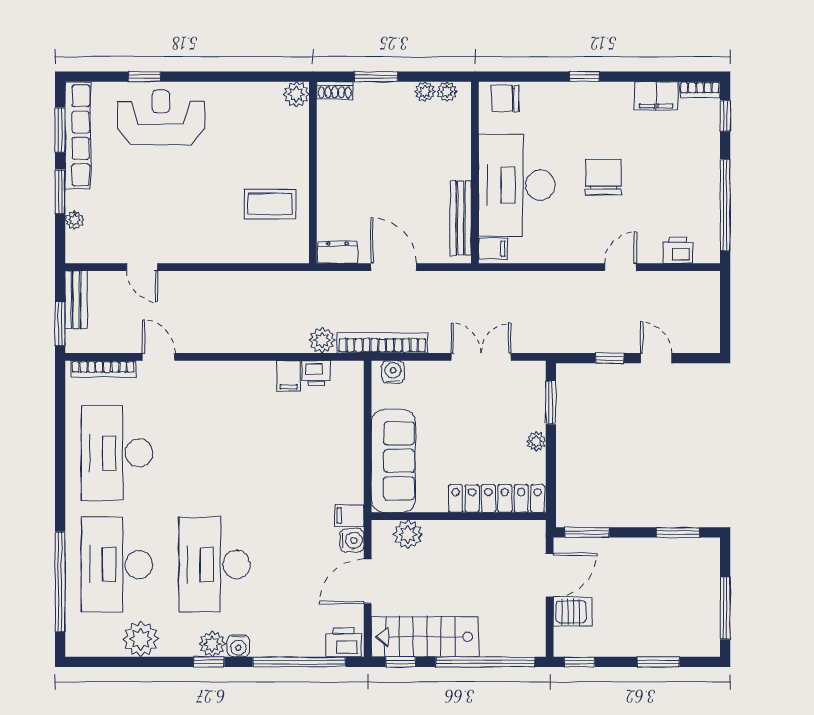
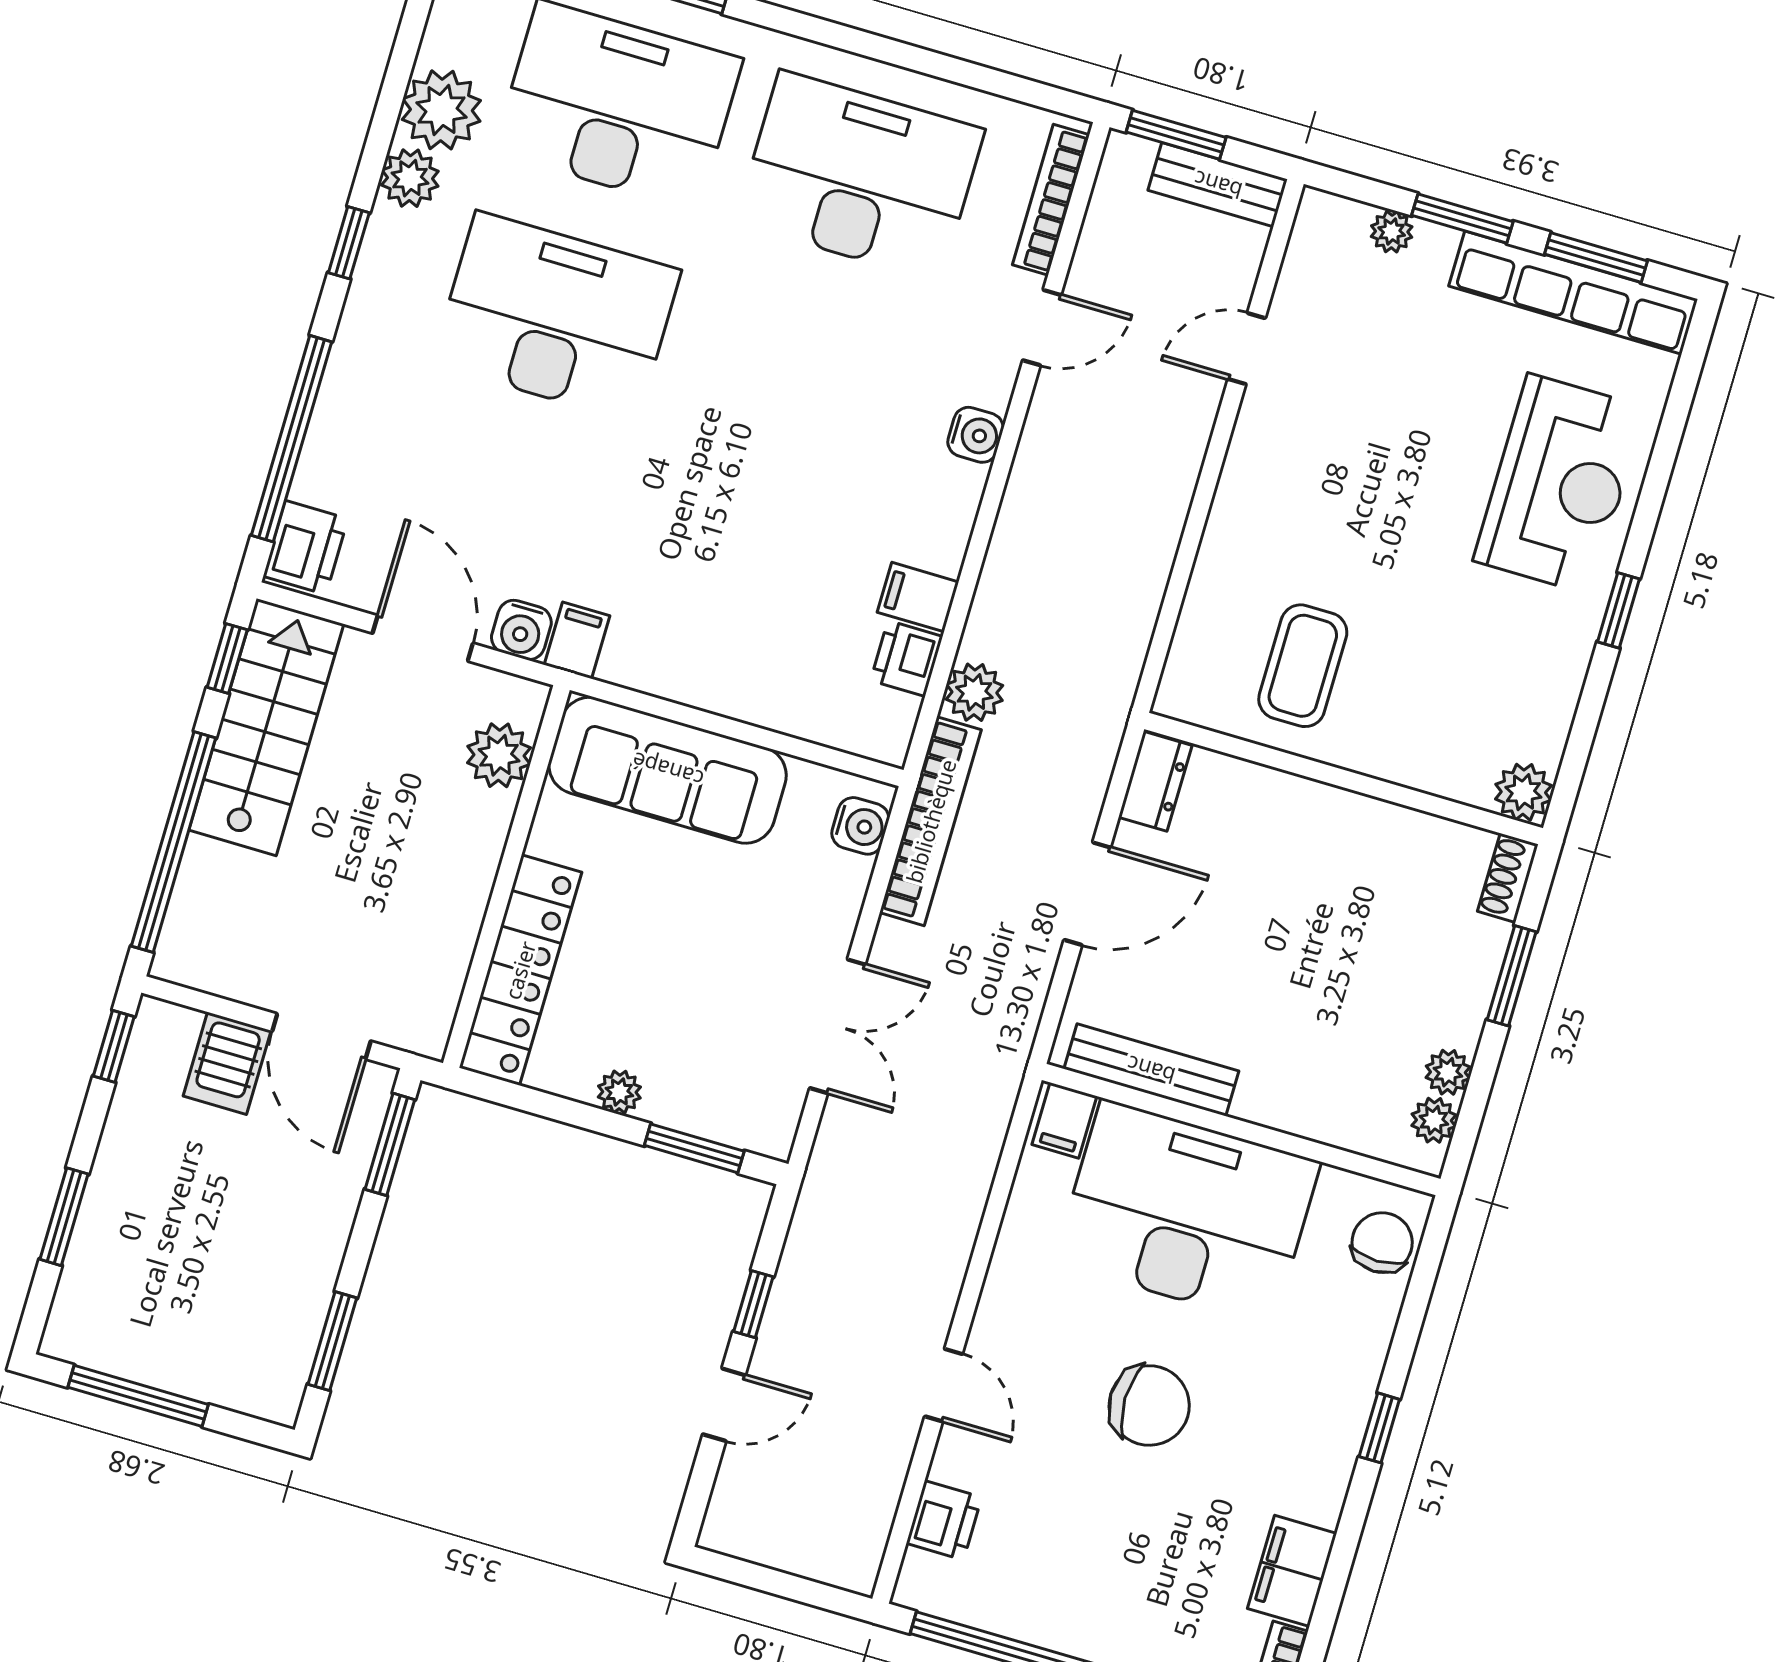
window: (145, 77) -> (1618, 610), moved
plant: (212, 644) -> (410, 178), moved
water cooler: (238, 646) -> (976, 435), moved, turned 180

